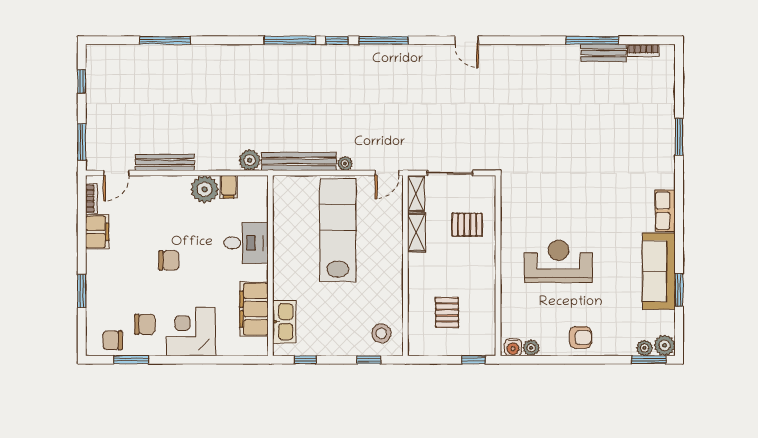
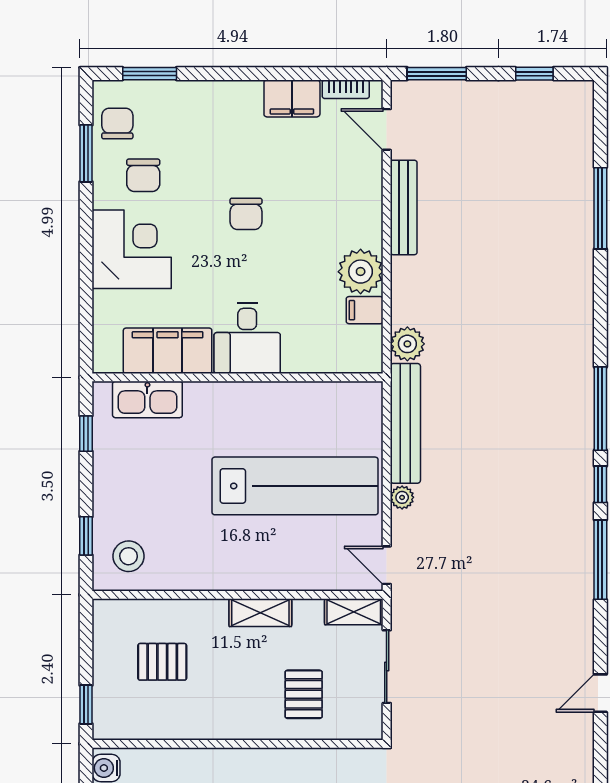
shelving: (416, 233) -> (260, 613), moved
desk: (246, 243) -> (247, 338), moved
window: (82, 291) -> (150, 74), moved

